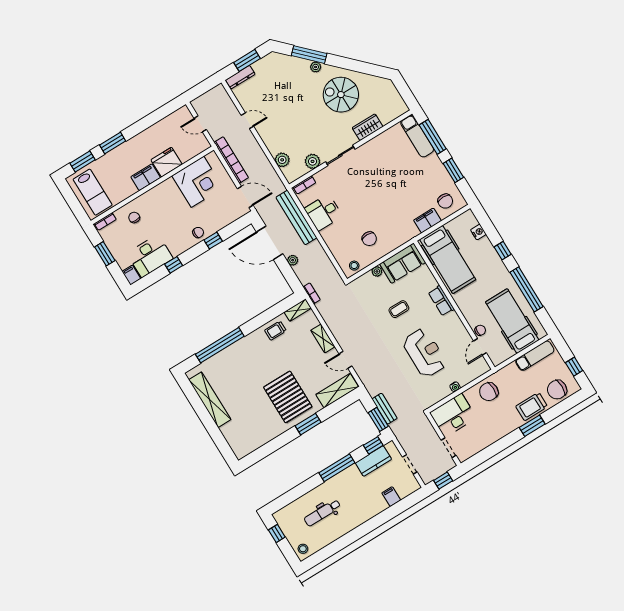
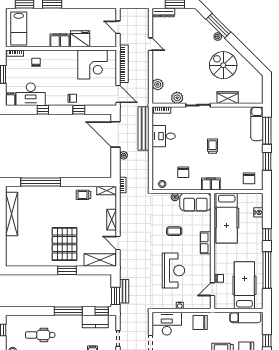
trolley: (384, 190) -> (213, 146), added
filing cabinet: (427, 221) -> (211, 184), moved

